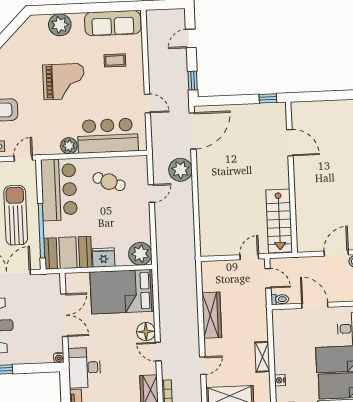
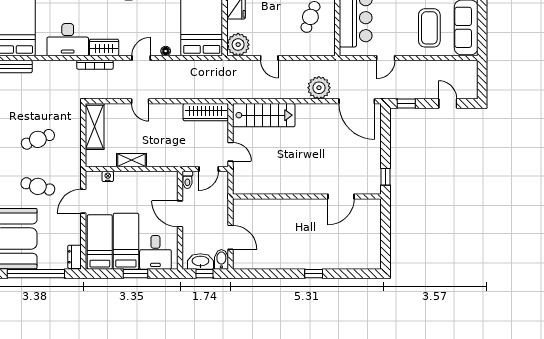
coffee table: (115, 60) -> (429, 28), width x1.86, depth x1.72
door: (151, 193) -> (269, 58), moved
stairs: (279, 221) -> (264, 115), moved, turned 180
door: (315, 305) -> (180, 214), swing flipped
wardrobe: (212, 315) -> (206, 112), moved
floor lamp: (146, 332) -> (166, 51), width x0.53, depth x0.53
door: (203, 366) -> (140, 101), moved

